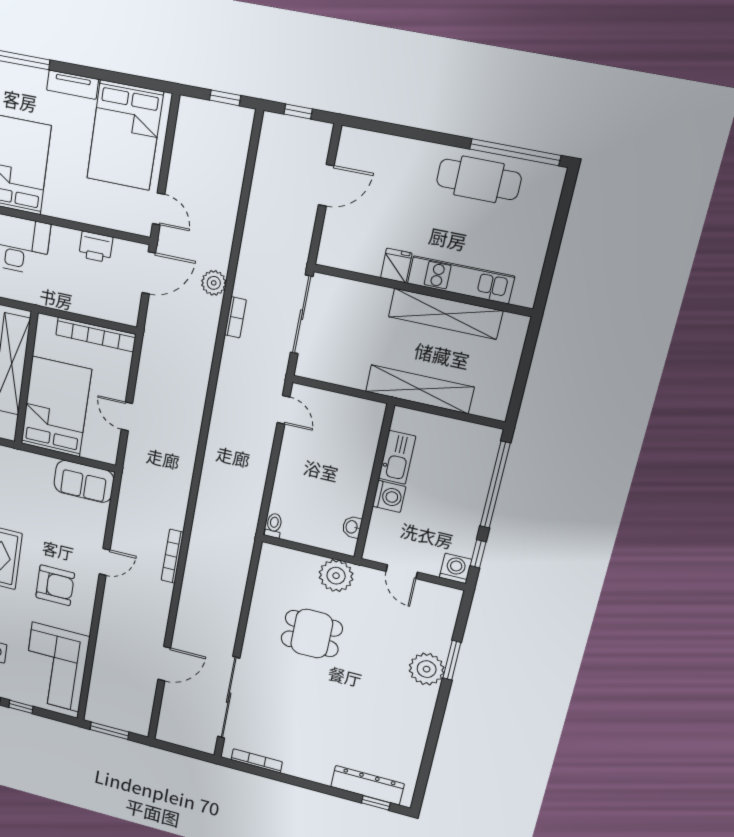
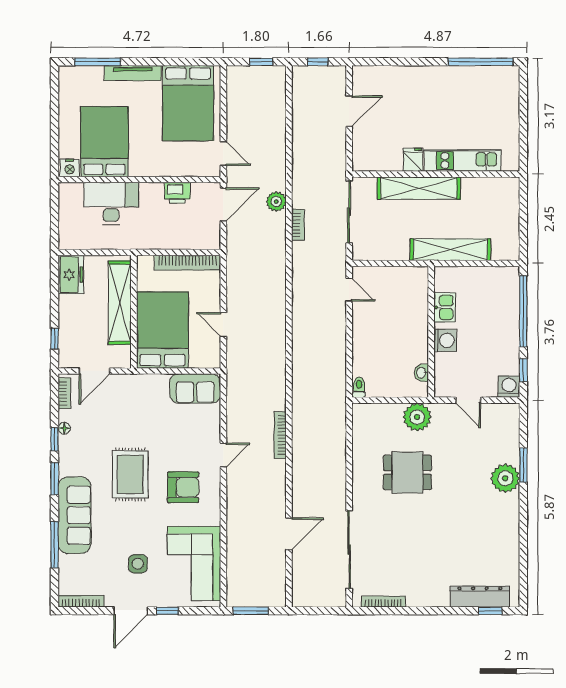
tv unit: (73, 85) -> (133, 73), width x1.41
cafe table: (479, 179) -> (459, 86), removed
shelving: (445, 314) -> (419, 188), moved
kitchen sink: (397, 457) -> (445, 307), width x0.73

